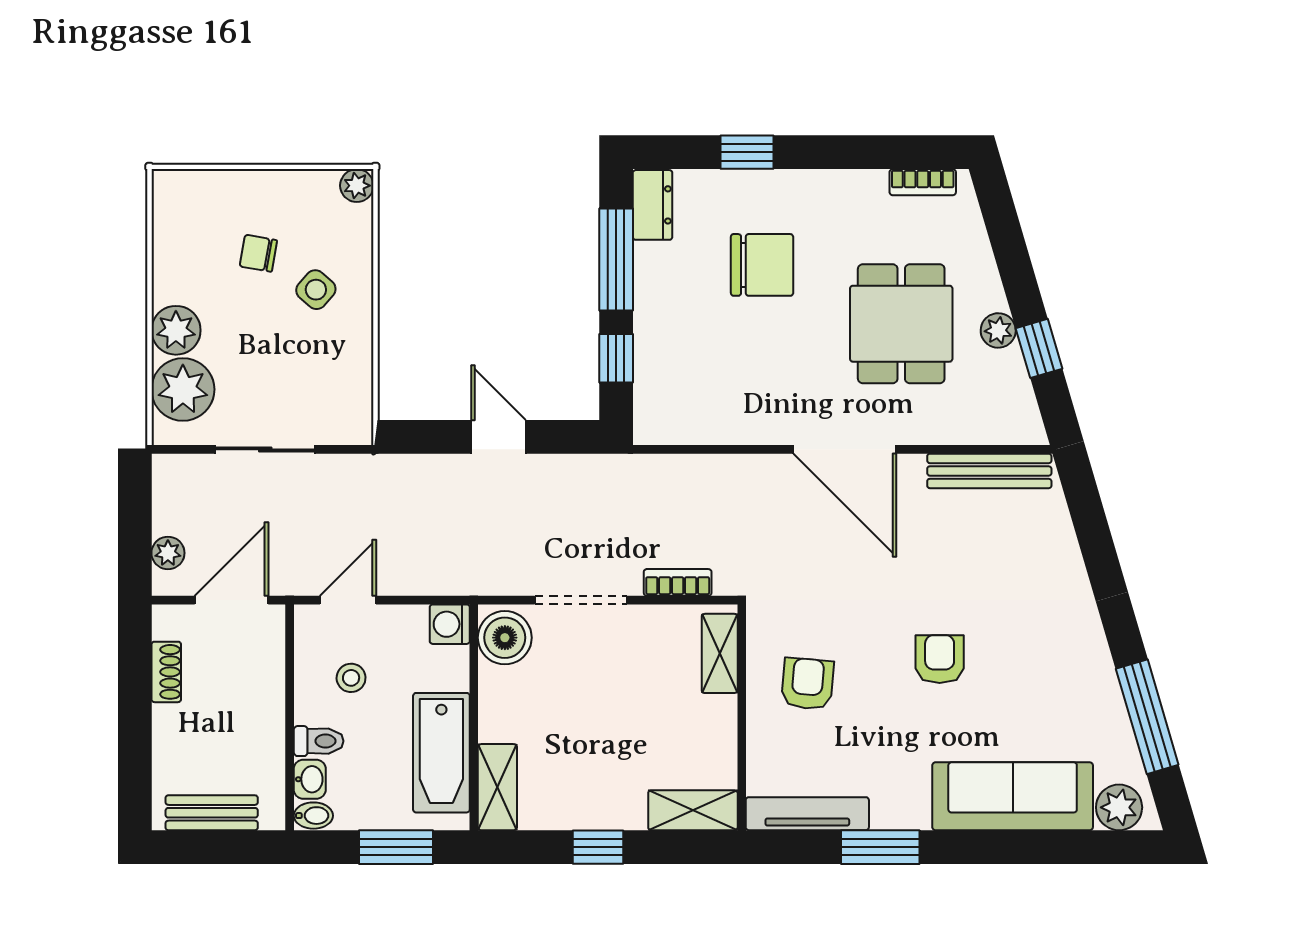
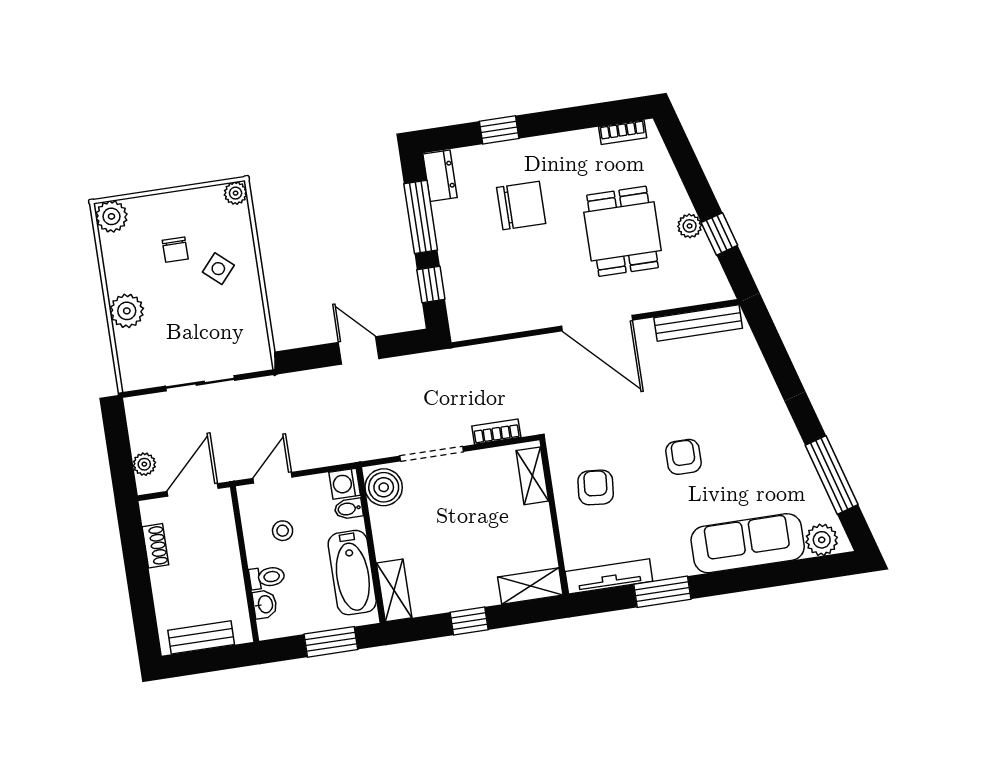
chair: (258, 253) -> (175, 250), turned -100
plant: (183, 389) -> (111, 216), moved, width x0.73, depth x0.73
bidet: (313, 816) -> (349, 509), moved, turned 180

